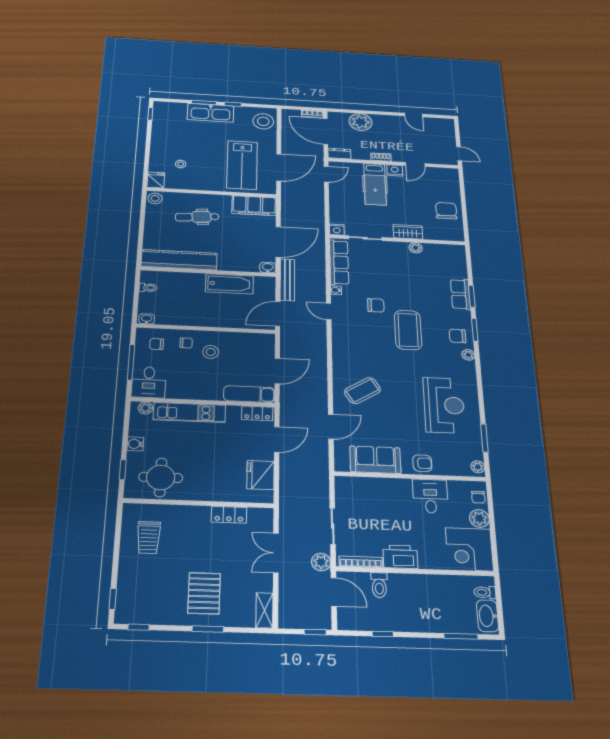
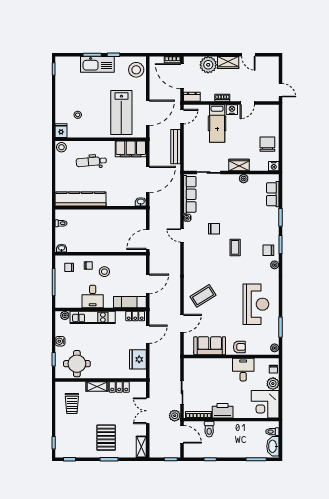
wardrobe: (387, 121) -> (228, 62), added
nightstand: (337, 230) -> (274, 166), moved
bench: (287, 280) -> (176, 147), moved
bathtub: (229, 284) -> (115, 217), removed
row of seats: (461, 294) -> (273, 194), moved
coffee table: (408, 330) -> (235, 247), width x0.54, depth x0.58
desk: (149, 382) -> (93, 296), moved
shelving: (192, 513) -> (97, 387), added

